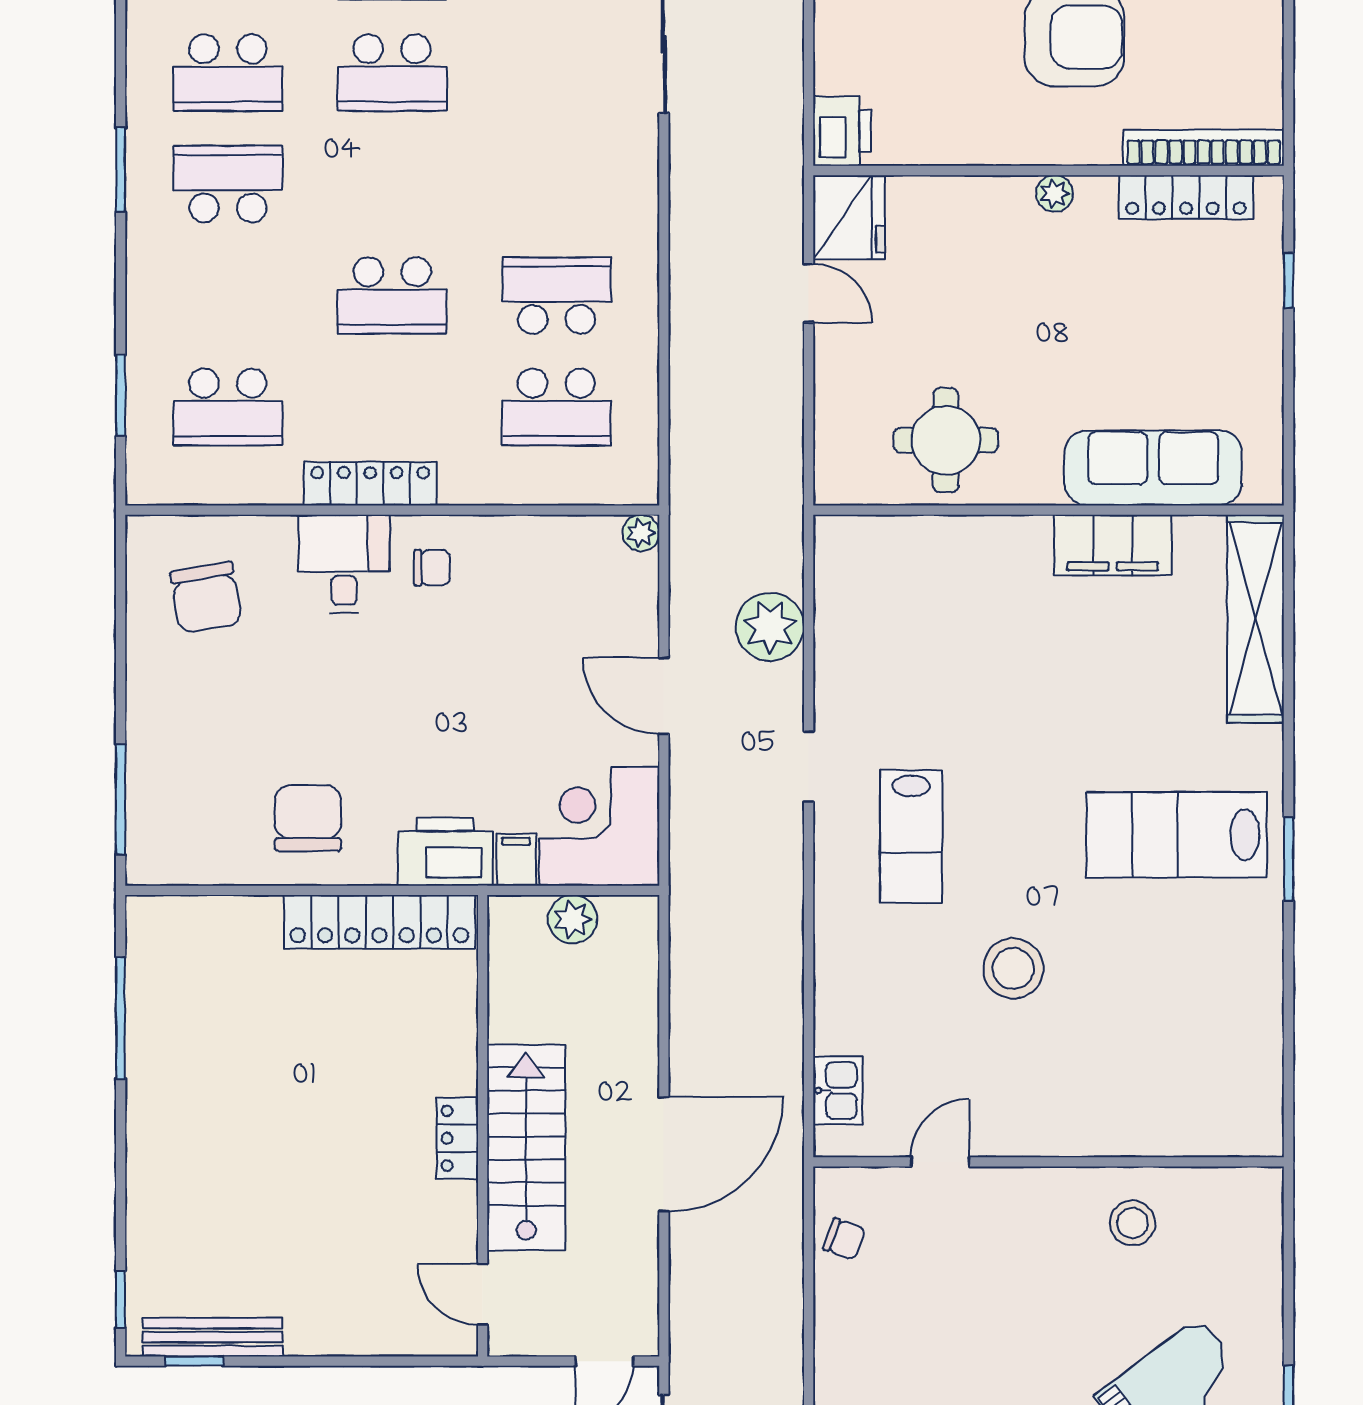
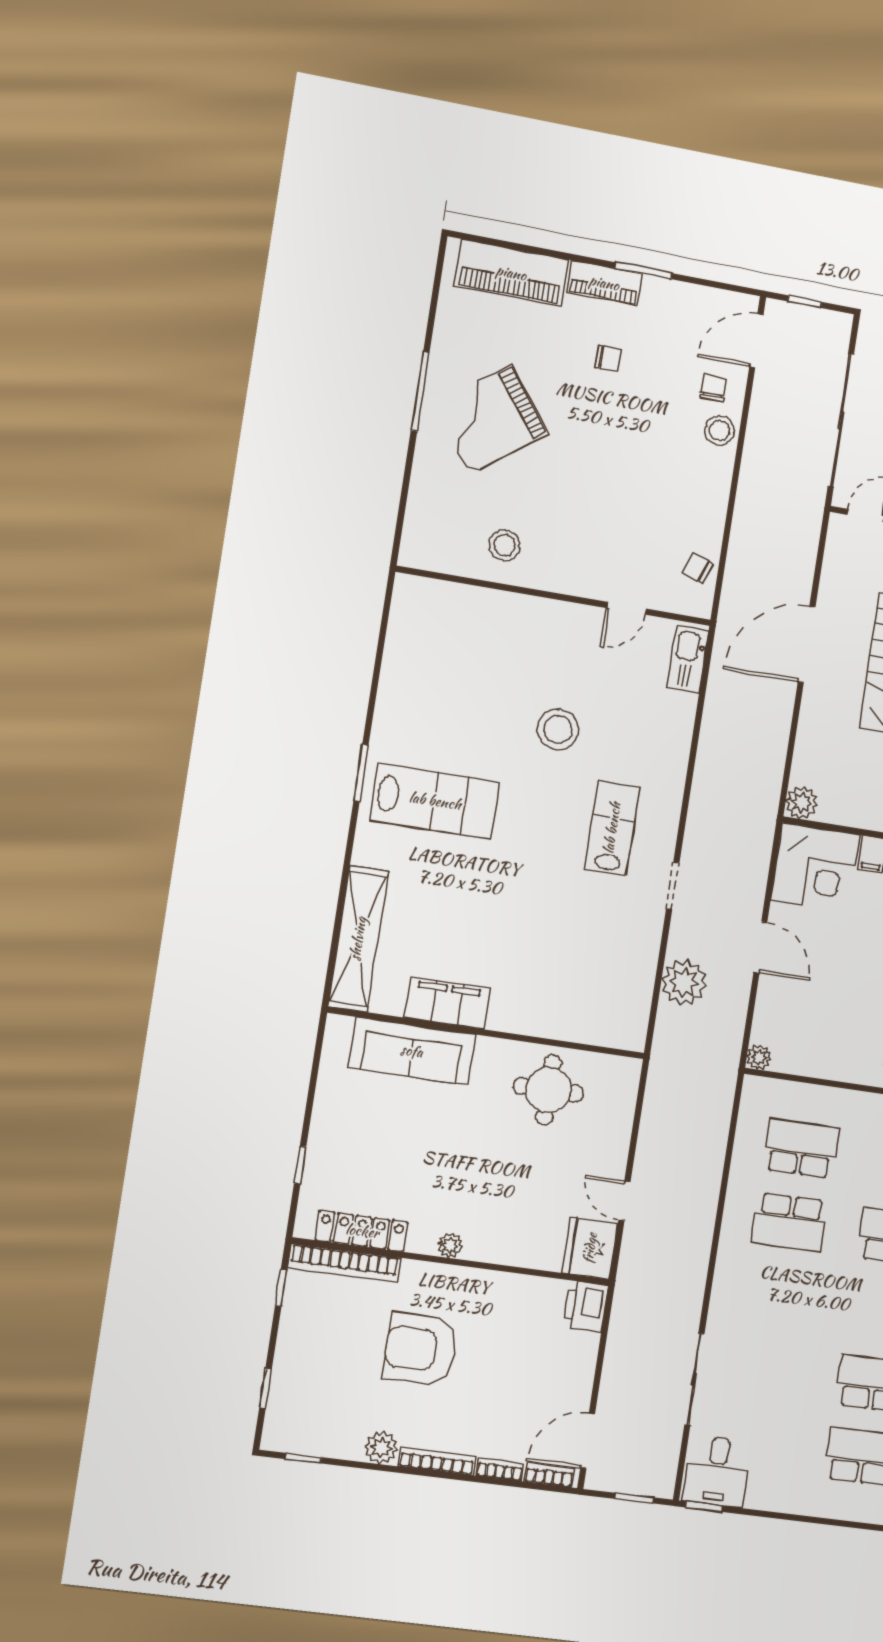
window: (1289, 100) -> (281, 1288), added
plant: (573, 919) -> (802, 803), moved
kitchen sink: (838, 1091) -> (688, 659), width x1.38

